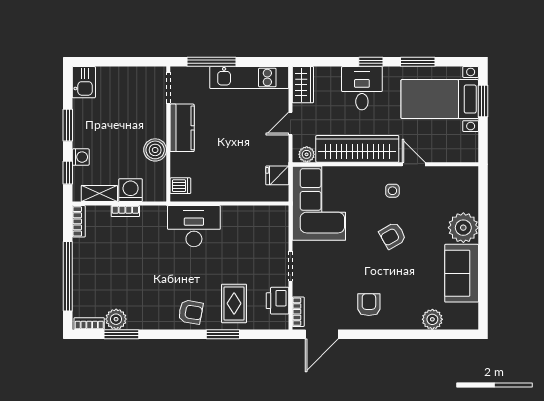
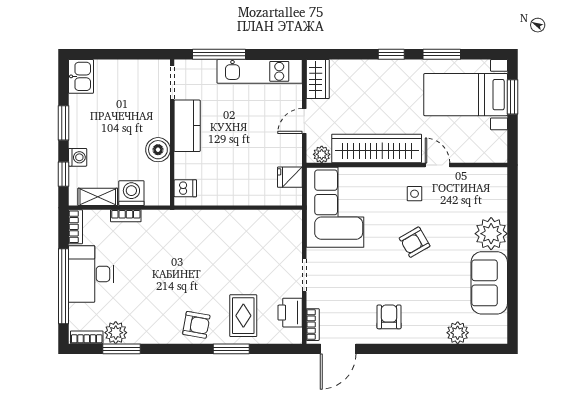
desk: (362, 88) -> (381, 83), removed
desk: (194, 226) -> (91, 274), moved, turned -90

